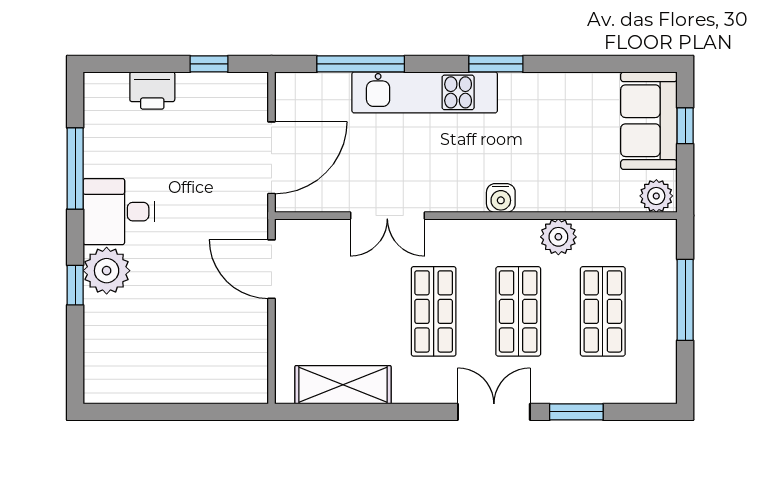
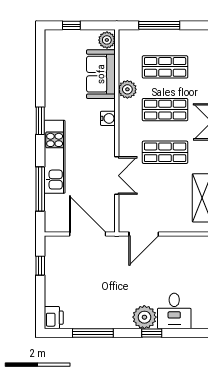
printer: (152, 91) -> (54, 318), moved
sofa: (649, 121) -> (101, 74), moved, turned 90
desk: (119, 212) -> (174, 311), moved

